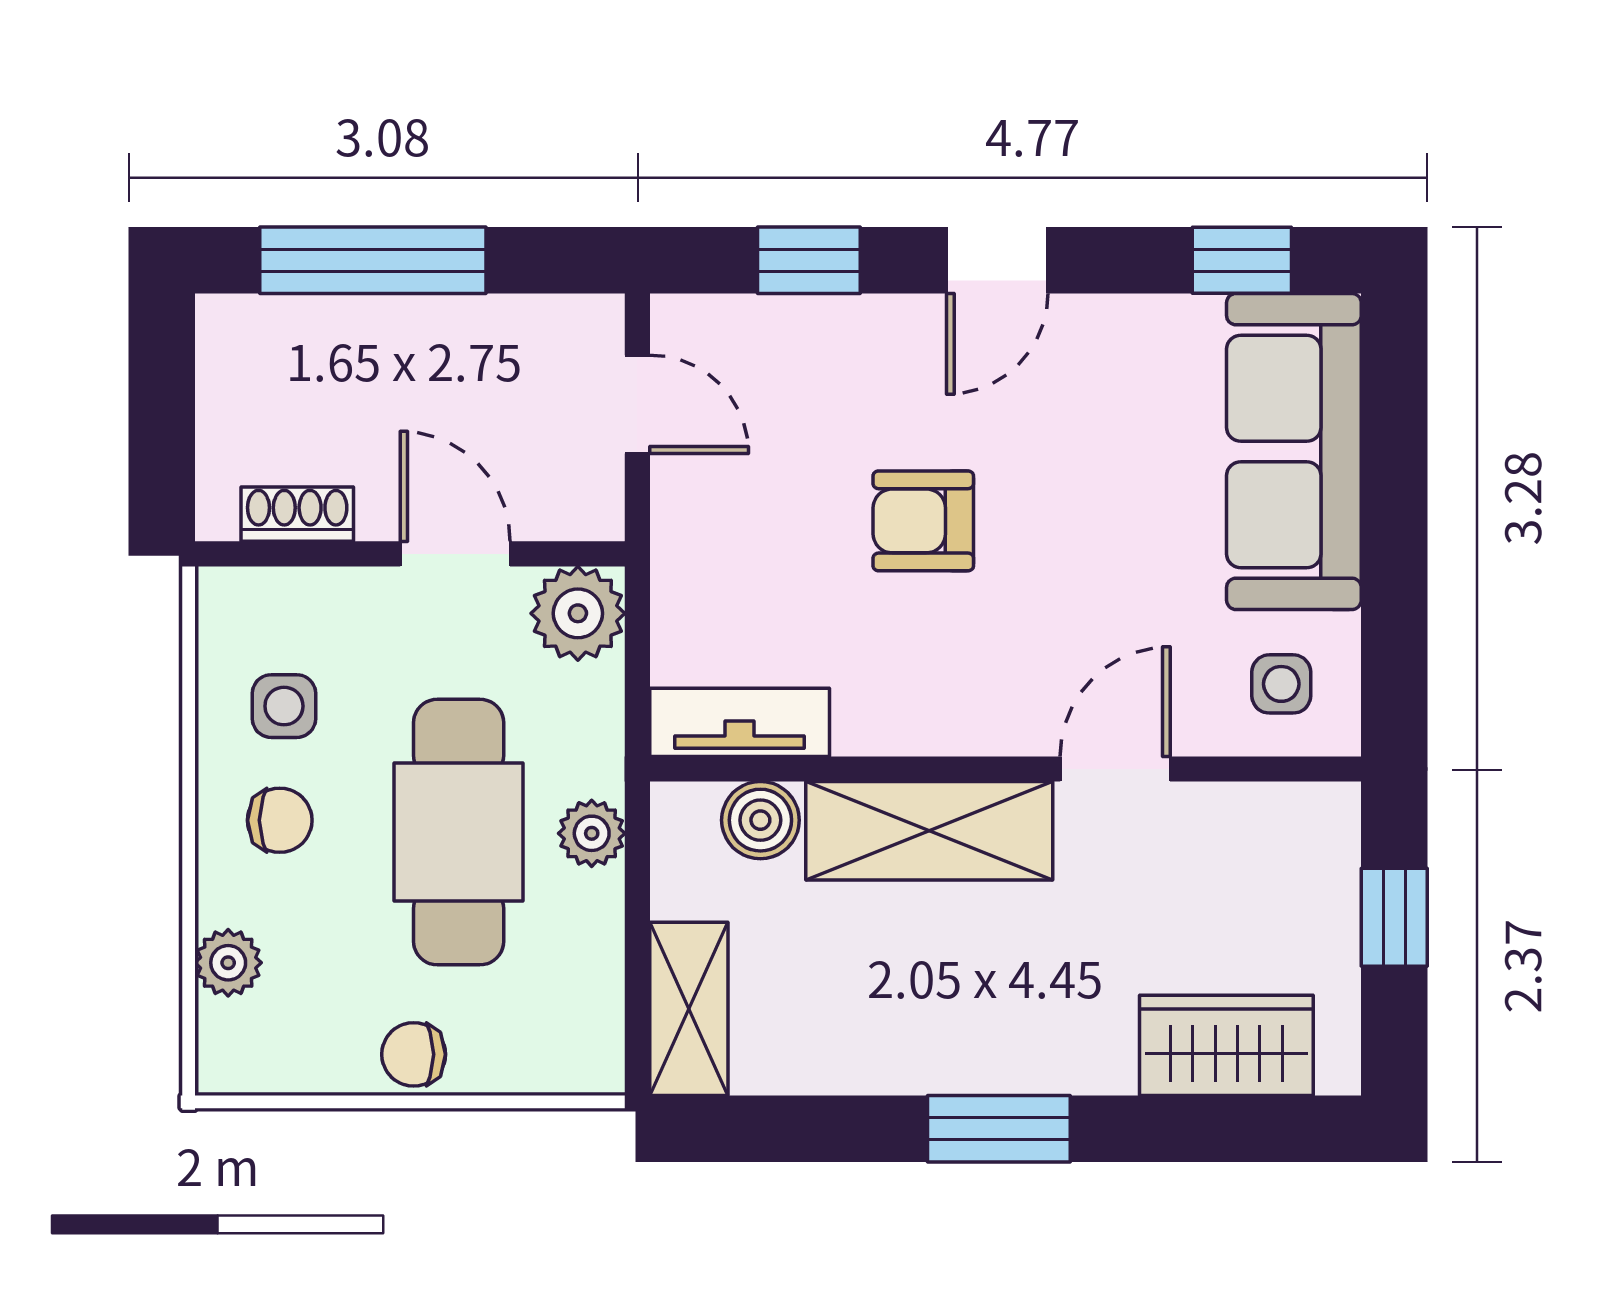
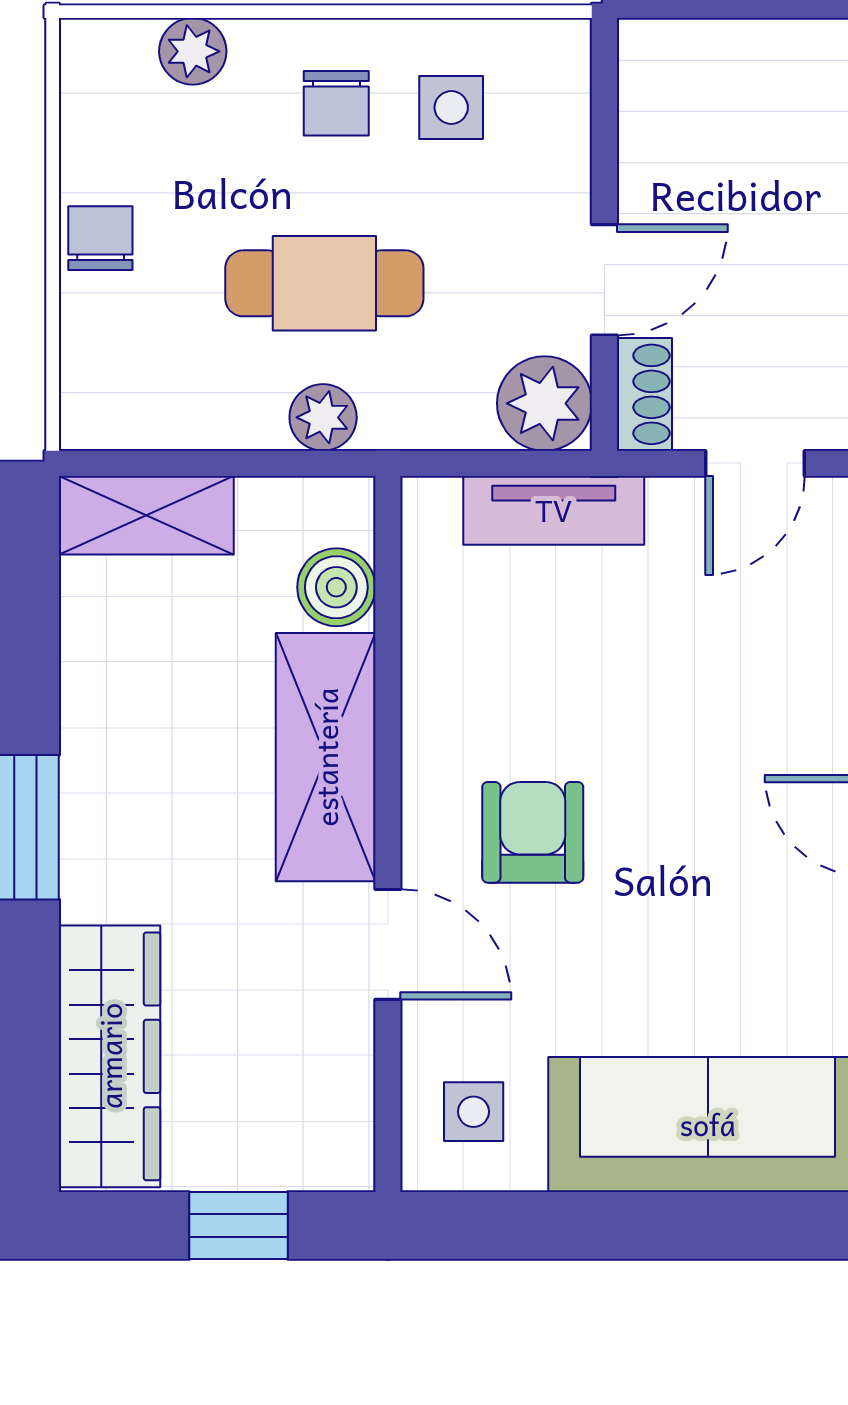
shoe rack: (297, 514) -> (644, 394), moved
armchair: (923, 521) -> (533, 832), moved
tv unit: (740, 722) -> (554, 510), moved, turned 90
cafe table: (459, 832) -> (324, 283), width x0.73, depth x0.74
wardrobe: (1226, 1045) -> (110, 1056), width x1.50

